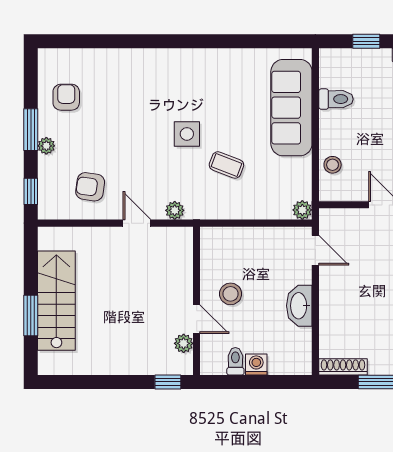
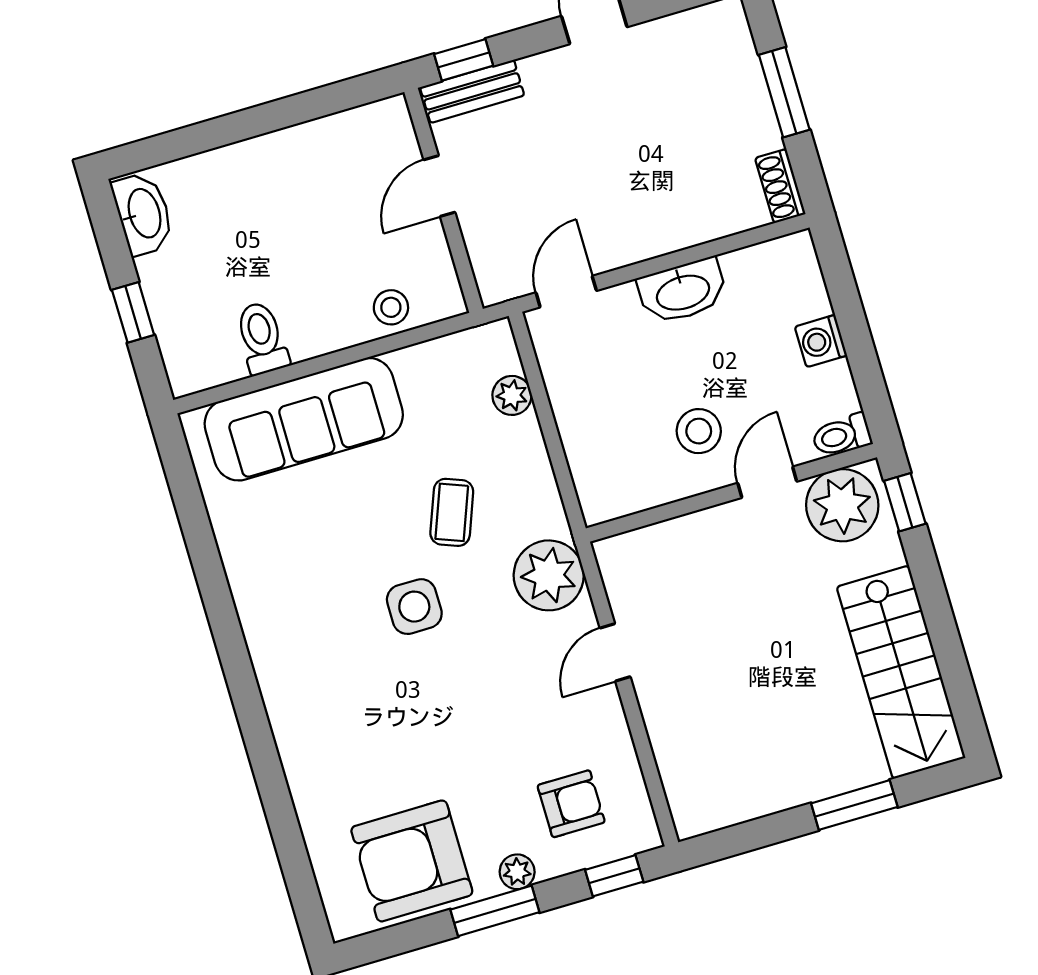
armchair: (66, 97) -> (412, 861), width x1.88, depth x1.88
armchair: (90, 187) -> (571, 804), moved, turned -98
plant: (175, 210) -> (549, 575), width x1.87, depth x1.87
plant: (302, 210) -> (512, 395), moved
stairs: (56, 301) -> (901, 672), moved, turned -90
plant: (184, 343) -> (842, 505), width x1.88, depth x1.88
toilet: (235, 361) -> (842, 435), moved
shoe rack: (343, 367) -> (780, 186), width x0.70

